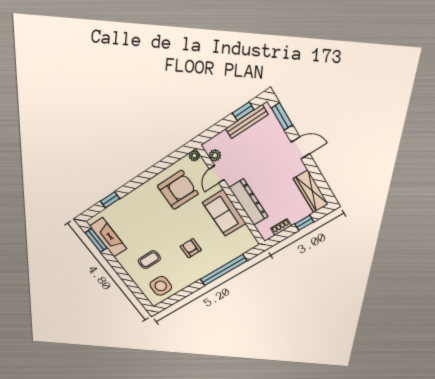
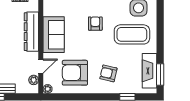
armchair: (145, 210) -> (108, 73), added
armchair: (191, 248) -> (95, 24), turned 180
coffee table: (149, 260) -> (132, 34), width x1.86, depth x1.72

